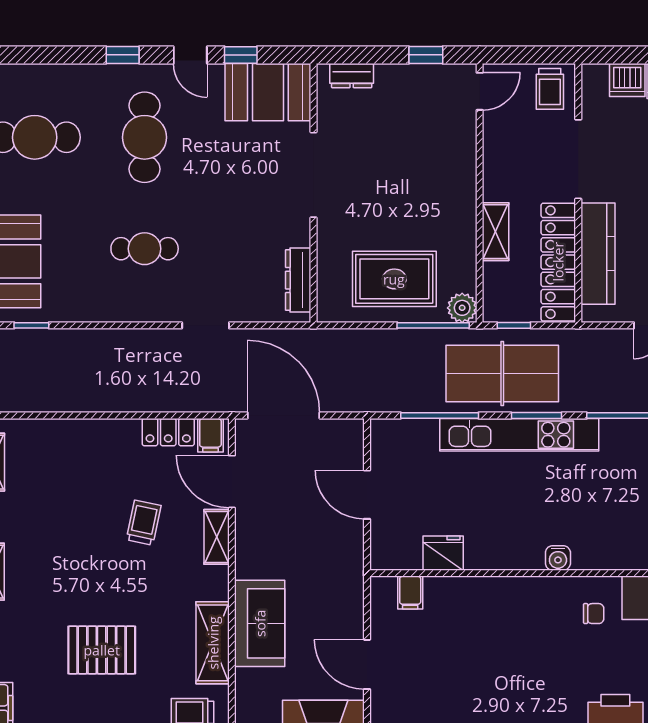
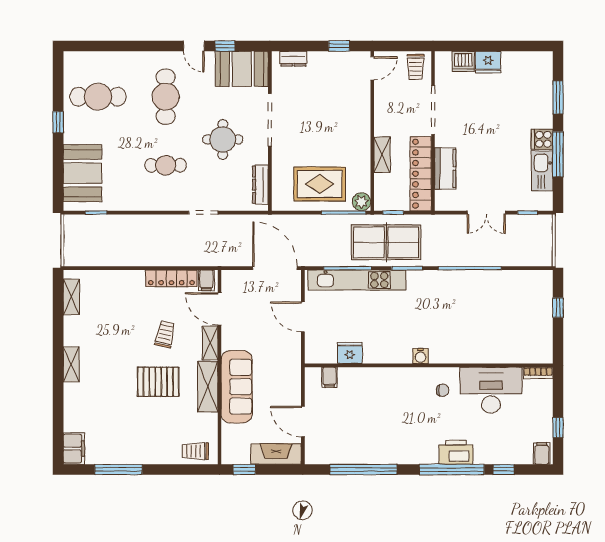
window: (123, 55) -> (152, 46), removed
round table: (237, 207) -> (223, 139), added
kitchen counter: (598, 254) -> (445, 168), width x0.67
door: (284, 415) -> (275, 268), moved
locker: (168, 432) -> (171, 278), width x1.53
kitchen unit: (519, 435) -> (357, 280), moved
sofa: (260, 623) -> (237, 387), width x1.36
shelving: (213, 643) -> (208, 387), moved
pallet: (102, 650) -> (158, 382), moved

